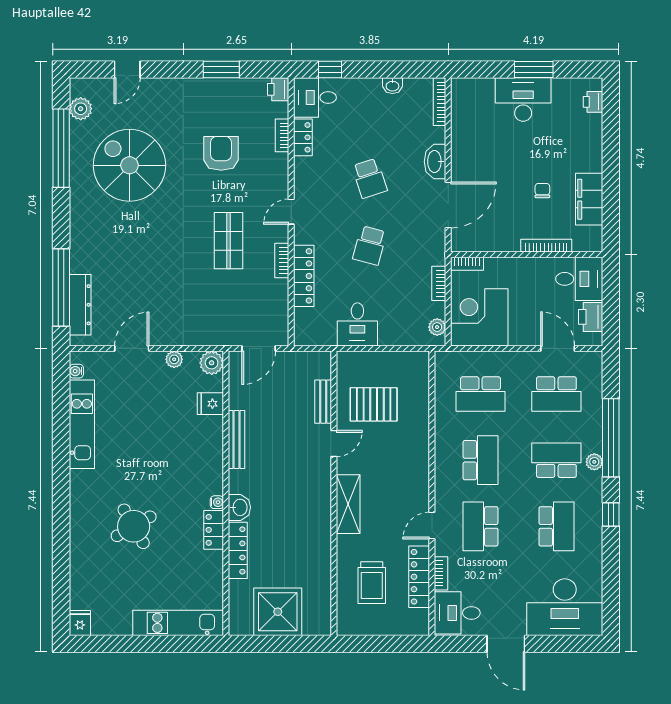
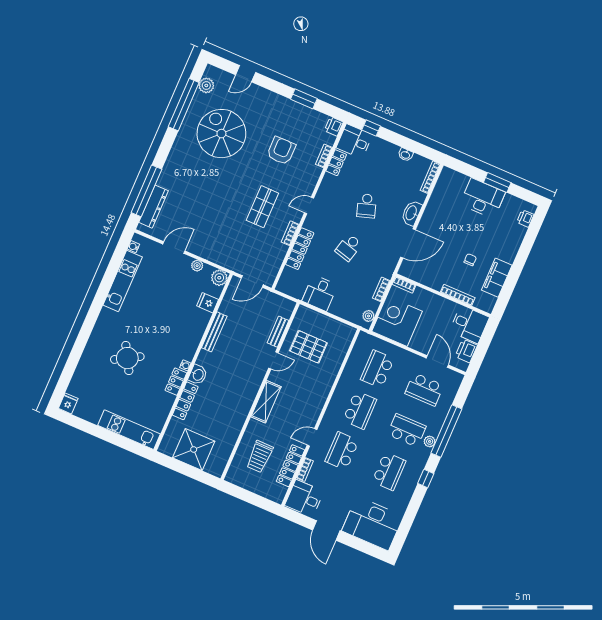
school desk: (481, 394) -> (377, 369), turned 90

